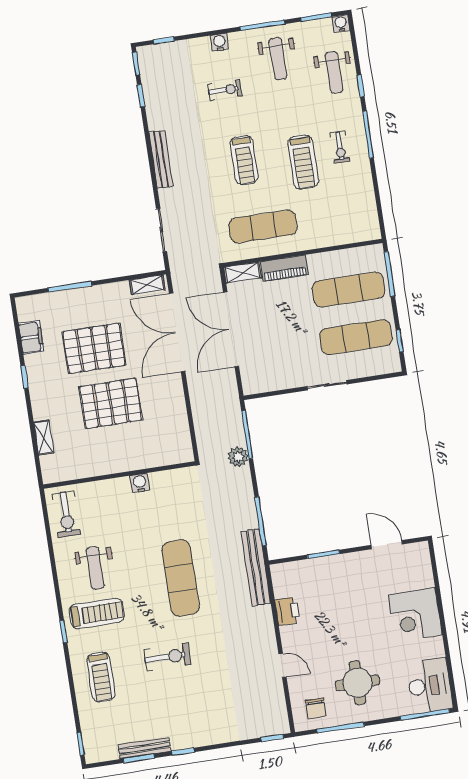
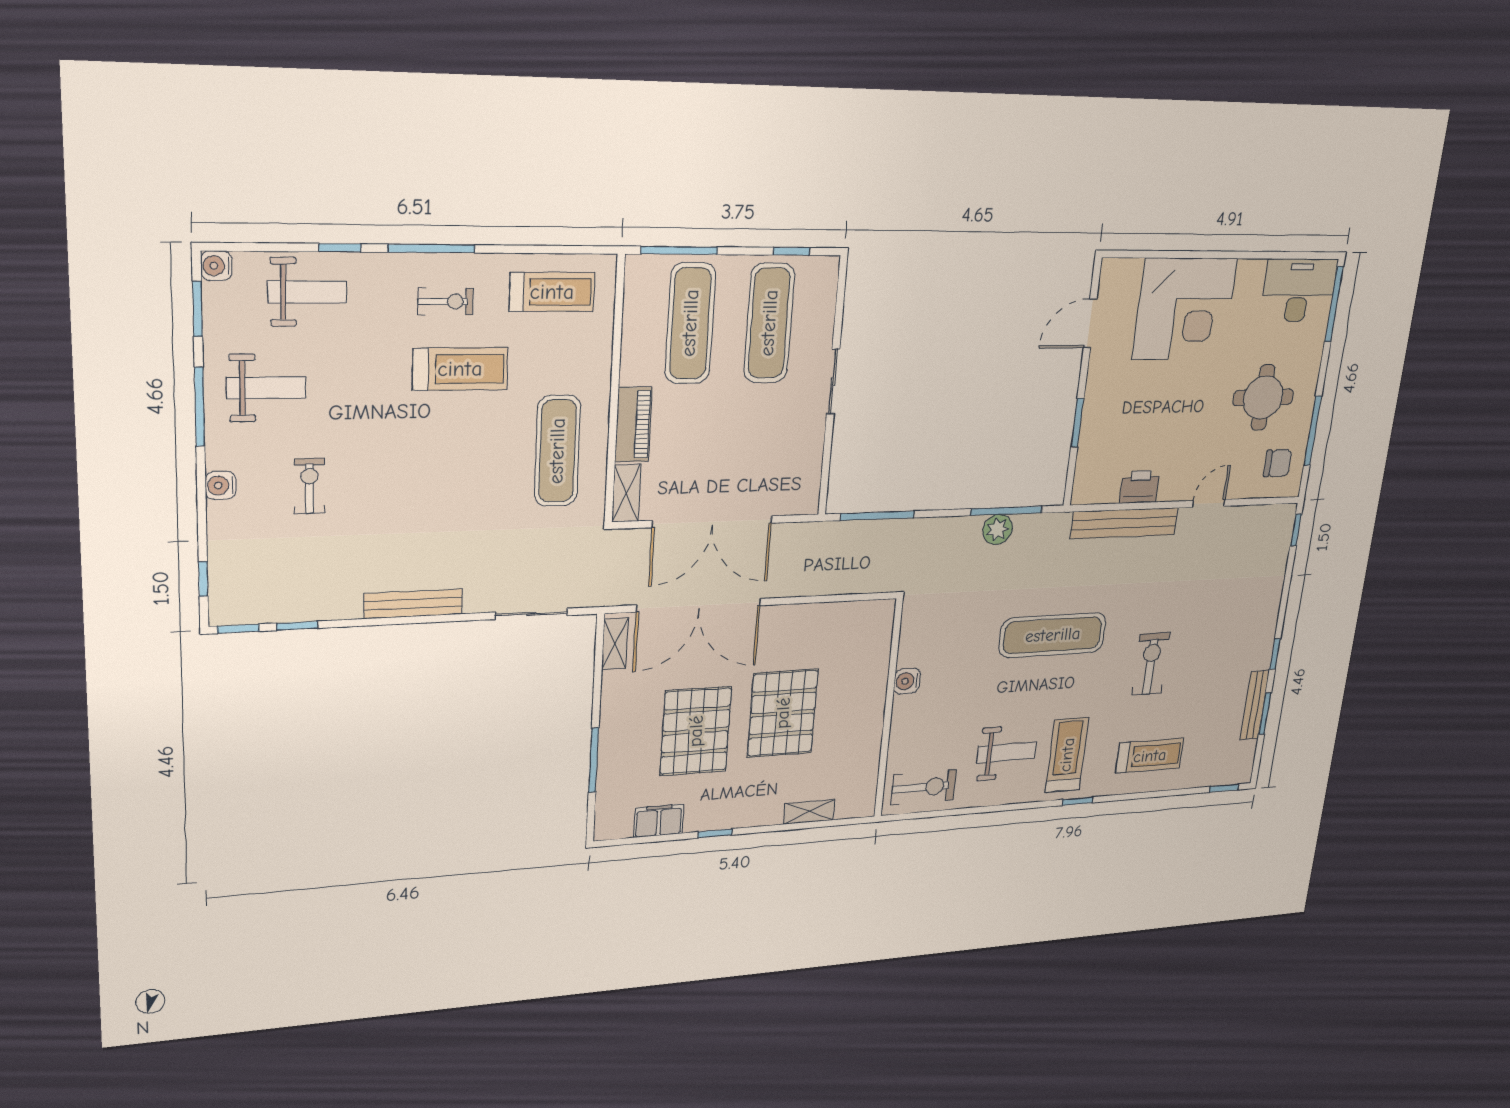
treadmill: (244, 160) -> (552, 292), moved
plant: (238, 457) -> (998, 529), moved
bench: (256, 567) -> (1124, 523), moved
corner desk: (415, 615) -> (1184, 309), width x1.36, depth x1.36

